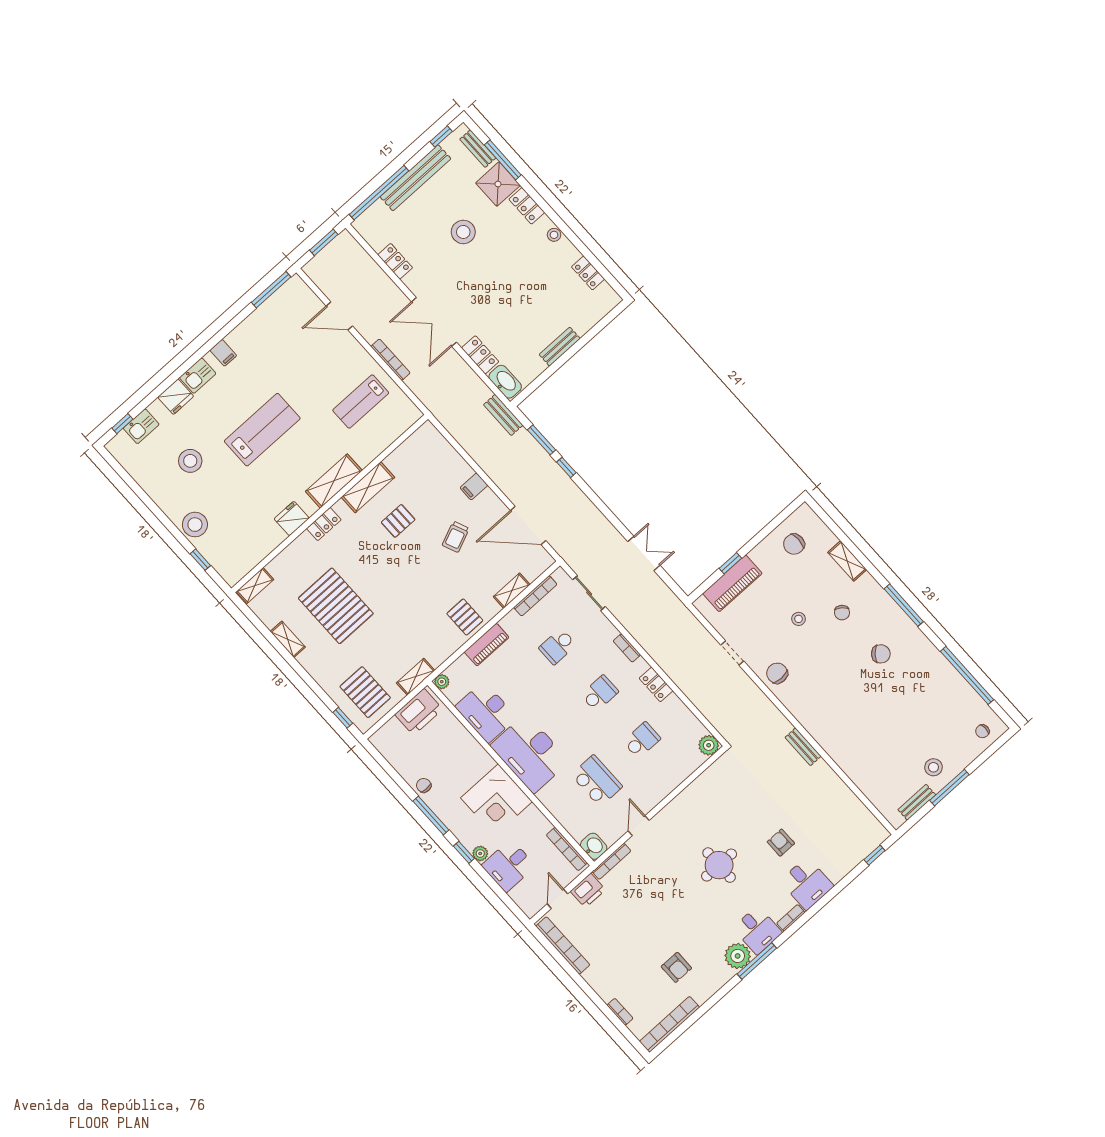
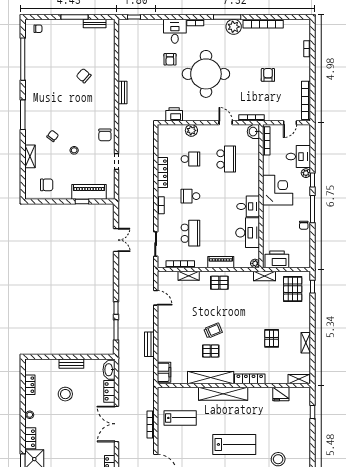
stool: (463, 232) -> (65, 394), moved
double door: (434, 322) -> (117, 424), swing flipped
bench: (503, 415) -> (149, 344), moved
lab bench: (262, 430) -> (234, 444), turned 180
shelving: (334, 481) -> (223, 394), width x1.47
filing cabinet: (474, 486) -> (164, 372), moved, width x2.00
shelving: (368, 487) -> (211, 378), width x1.47
fridge: (292, 518) -> (281, 394), moved
locker: (324, 524) -> (250, 379), width x1.53
stool: (195, 525) -> (301, 429), removed
door: (528, 526) -> (156, 298), width x0.53
trolley: (456, 537) -> (213, 331), moved
double door: (644, 553) -> (116, 240), swing flipped
pallet: (336, 606) -> (272, 338), width x0.49, depth x0.50
pallet: (465, 617) -> (219, 283), turned 90
school desk: (558, 646) -> (190, 233), width x1.85
chair: (881, 654) -> (84, 76), moved
locker: (656, 684) -> (162, 173), width x1.53
school desk: (642, 740) -> (190, 159), turned 180
plant: (709, 745) -> (191, 130), moved
desk: (530, 753) -> (248, 206), width x0.53, depth x0.77
stool: (933, 767) -> (74, 32), removed
school desk: (597, 781) -> (226, 159), turned 180
door: (639, 826) -> (226, 123), swing flipped
round table: (719, 865) -> (206, 74), width x1.86, depth x1.86
printer: (588, 890) -> (174, 114), moved
desk: (757, 930) -> (215, 30), removed
armchair: (676, 967) -> (268, 75), moved
bookcase: (669, 1024) -> (263, 24), moved

